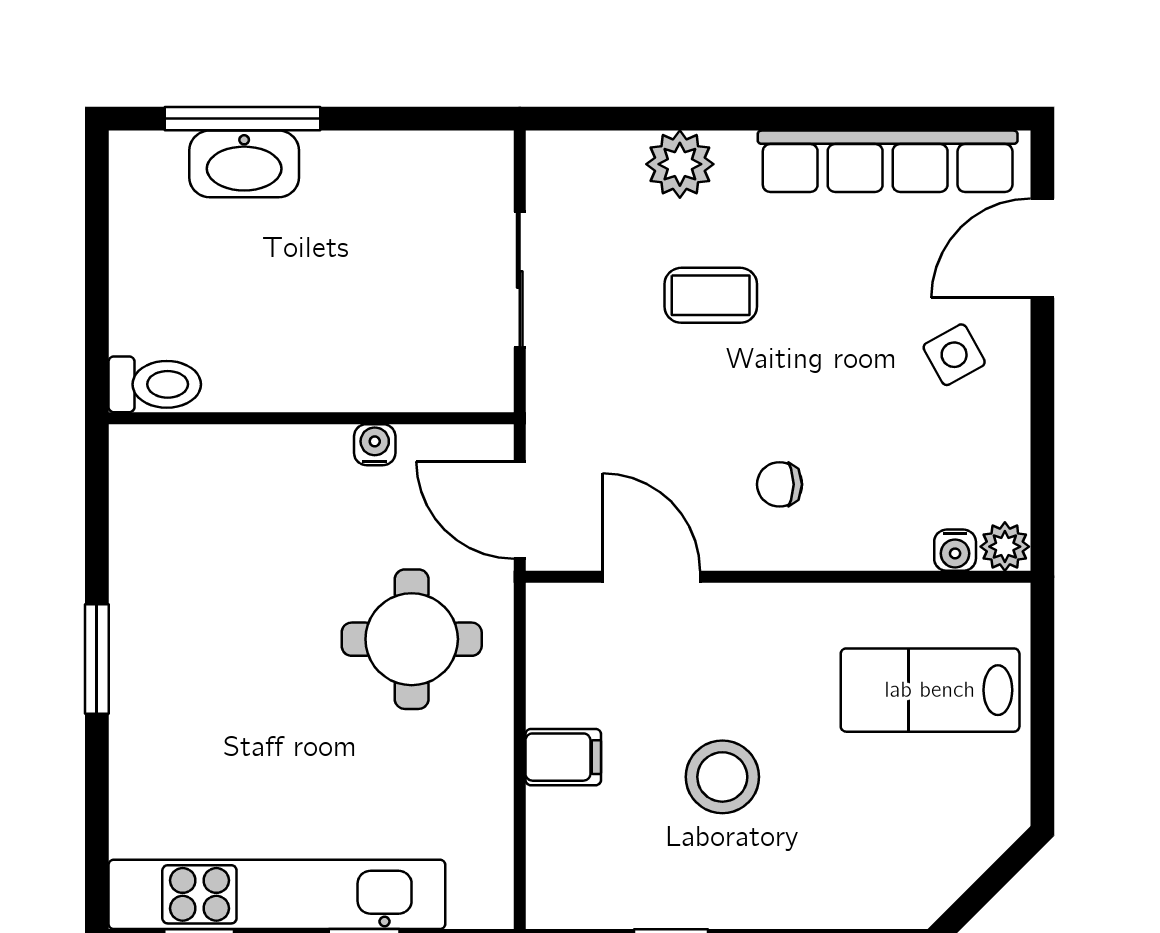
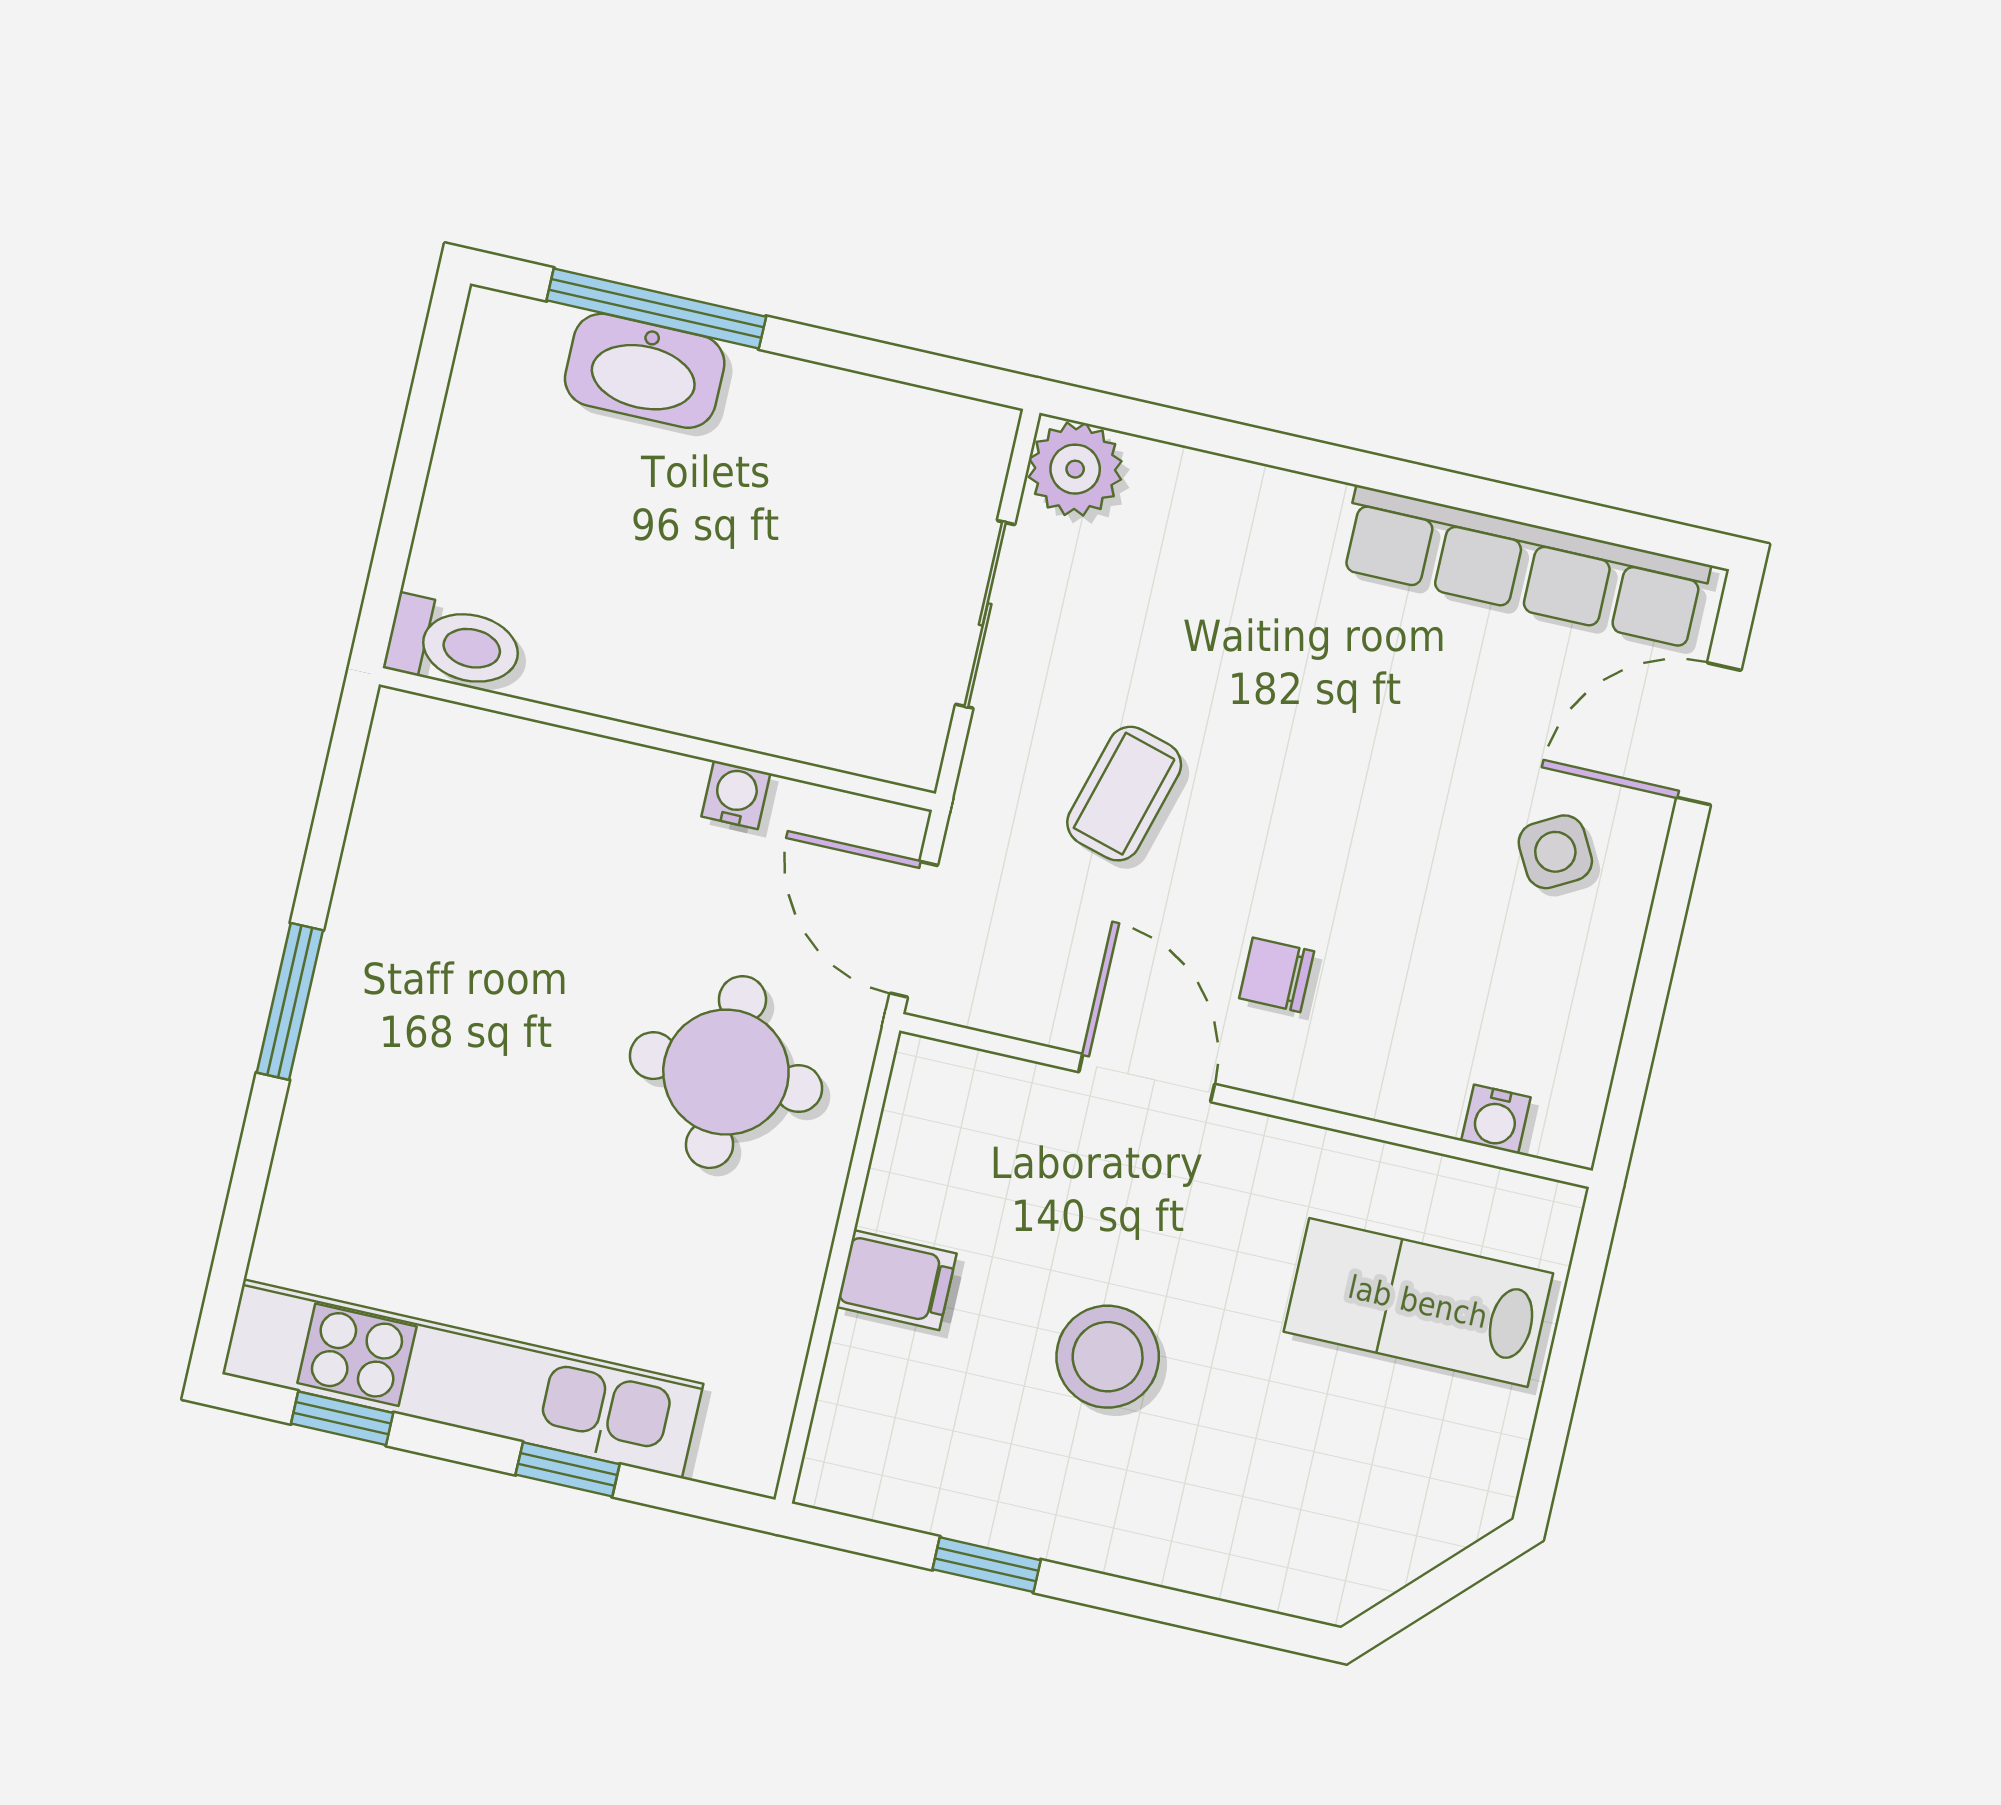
plant: (680, 164) -> (1075, 469), moved
coffee table: (711, 295) -> (1124, 794), moved, turned -74
plant: (1005, 547) -> (1565, 1130), removed
door: (651, 577) -> (1147, 1078), moved

